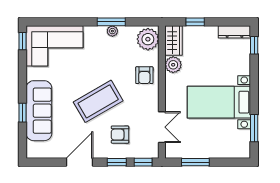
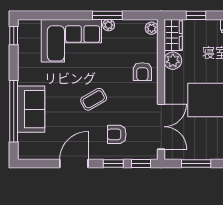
plant: (148, 39) -> (152, 28), width x0.53, depth x0.53
corner sofa: (55, 46) -> (71, 41), moved
coffee table: (98, 101) -> (94, 99), width x0.54, depth x0.58
sofa: (39, 111) -> (31, 109), width x0.73
window: (22, 113) -> (14, 111), width x3.17
double door: (162, 127) -> (161, 127), width x1.37

